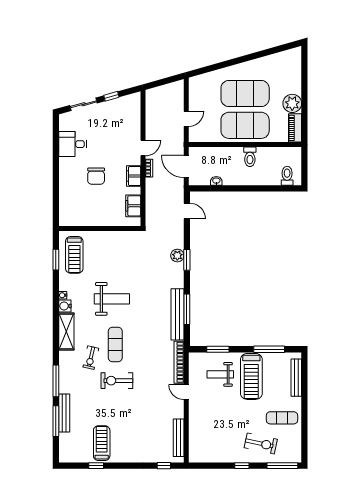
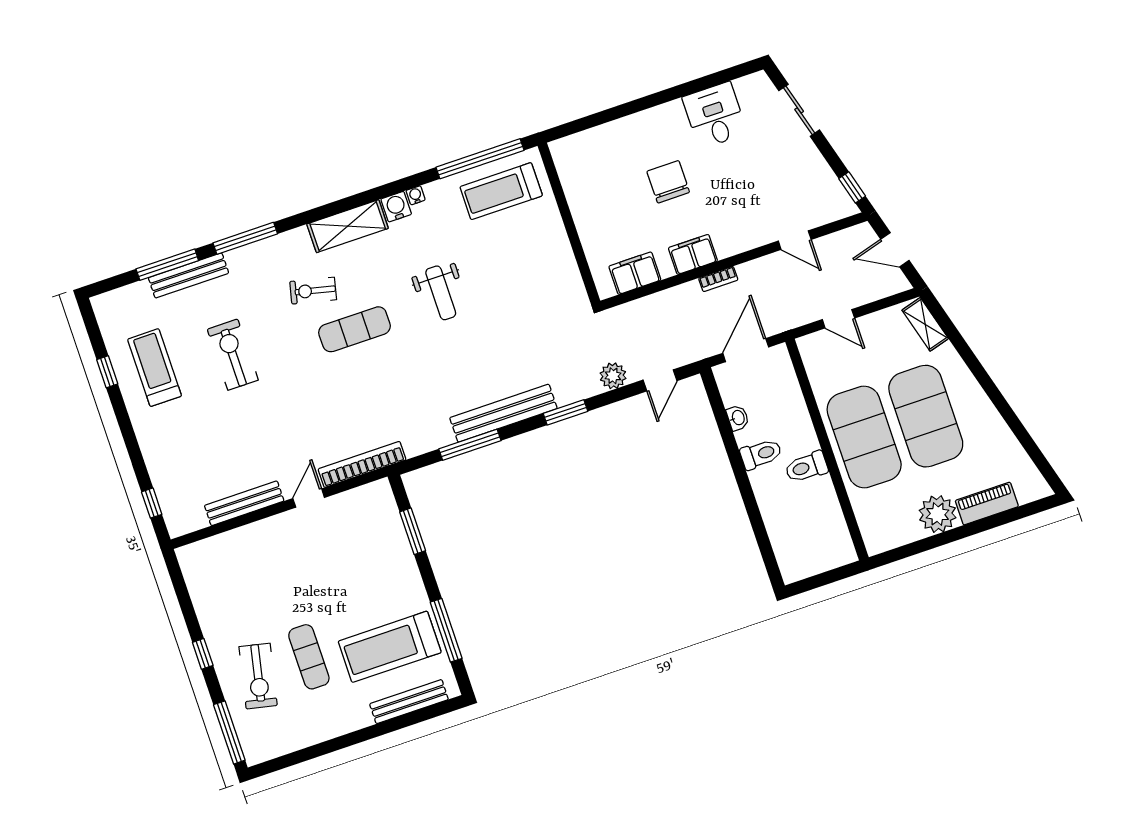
shelving: (202, 79) -> (925, 324), added
door: (163, 82) -> (895, 250), added
window: (111, 96) -> (852, 187), moved
piano: (295, 128) -> (987, 504), moved
door: (143, 148) -> (795, 240), moved
chair: (96, 176) -> (668, 182), turned 90
toilet: (287, 176) -> (761, 454), moved
plant: (177, 256) -> (613, 376), moved
window: (56, 260) -> (480, 159), width x2.11
weight bench: (112, 299) -> (441, 293), width x0.73, depth x0.75
bench: (177, 314) -> (503, 413), moved
weight bench: (220, 374) -> (365, 552), removed
treadmill: (251, 376) -> (390, 647), moved
exercise bike: (117, 381) -> (233, 355), moved
exercise mat: (282, 418) -> (309, 657), moved
bench: (179, 438) -> (244, 503), moved
treadmill: (102, 443) -> (155, 368), turned -90

